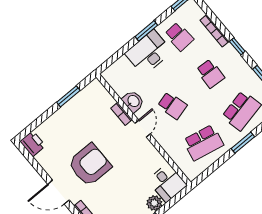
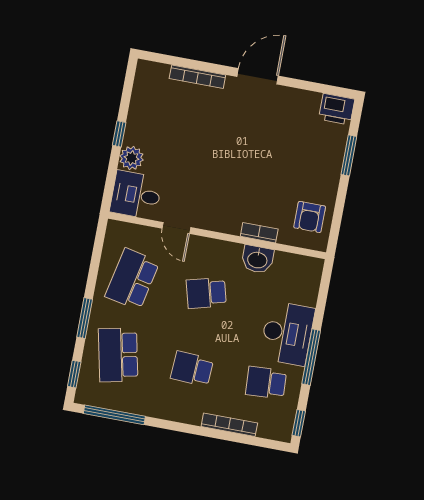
window: (146, 31) -> (311, 357), width x1.44
window: (237, 46) -> (186, 428), removed
window: (68, 96) -> (349, 155), moved
door: (143, 128) -> (176, 228), moved
armchair: (90, 165) -> (310, 217), moved, width x0.53, depth x0.53

